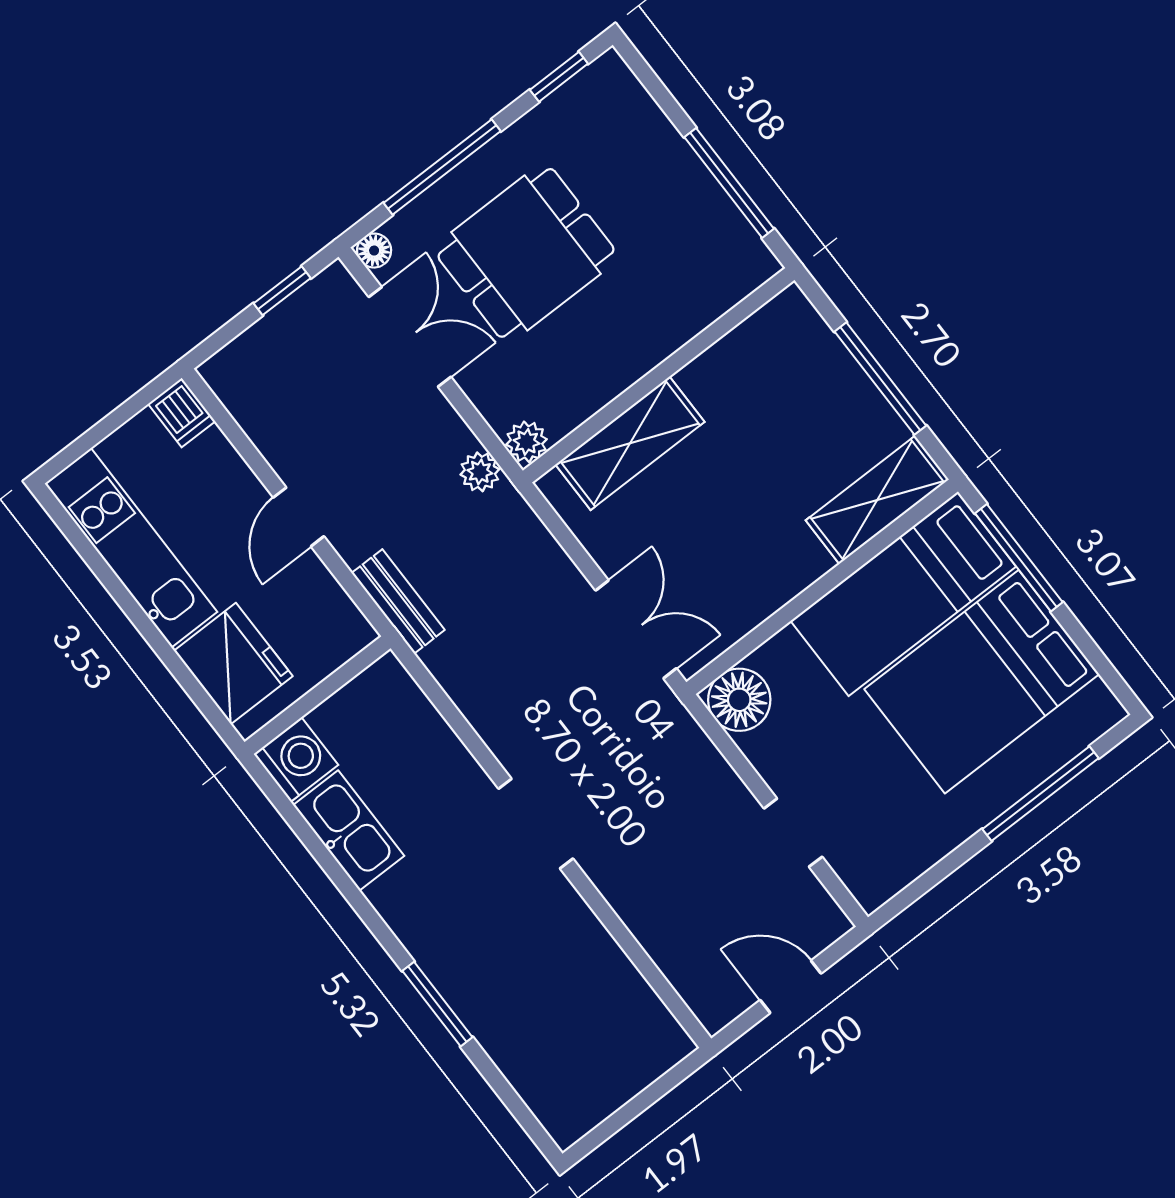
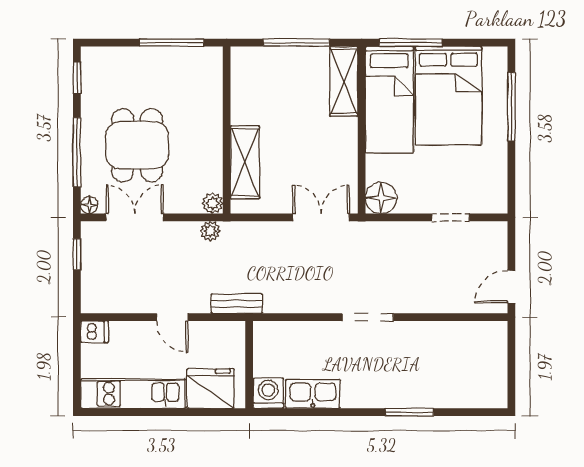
door: (791, 987) -> (511, 287), moved

